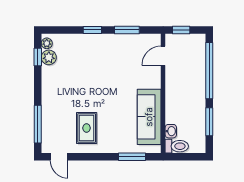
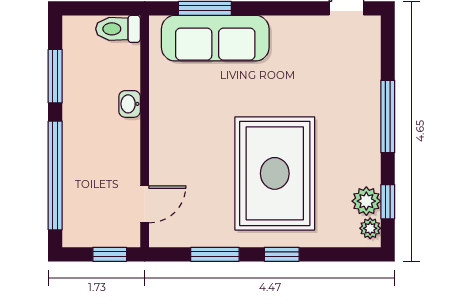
sofa: (149, 117) -> (215, 38), moved, turned 90
window: (38, 124) -> (388, 116), moved
rug: (87, 128) -> (275, 173), moved, width x1.86, depth x2.06
washbasin: (171, 131) -> (130, 104), moved

